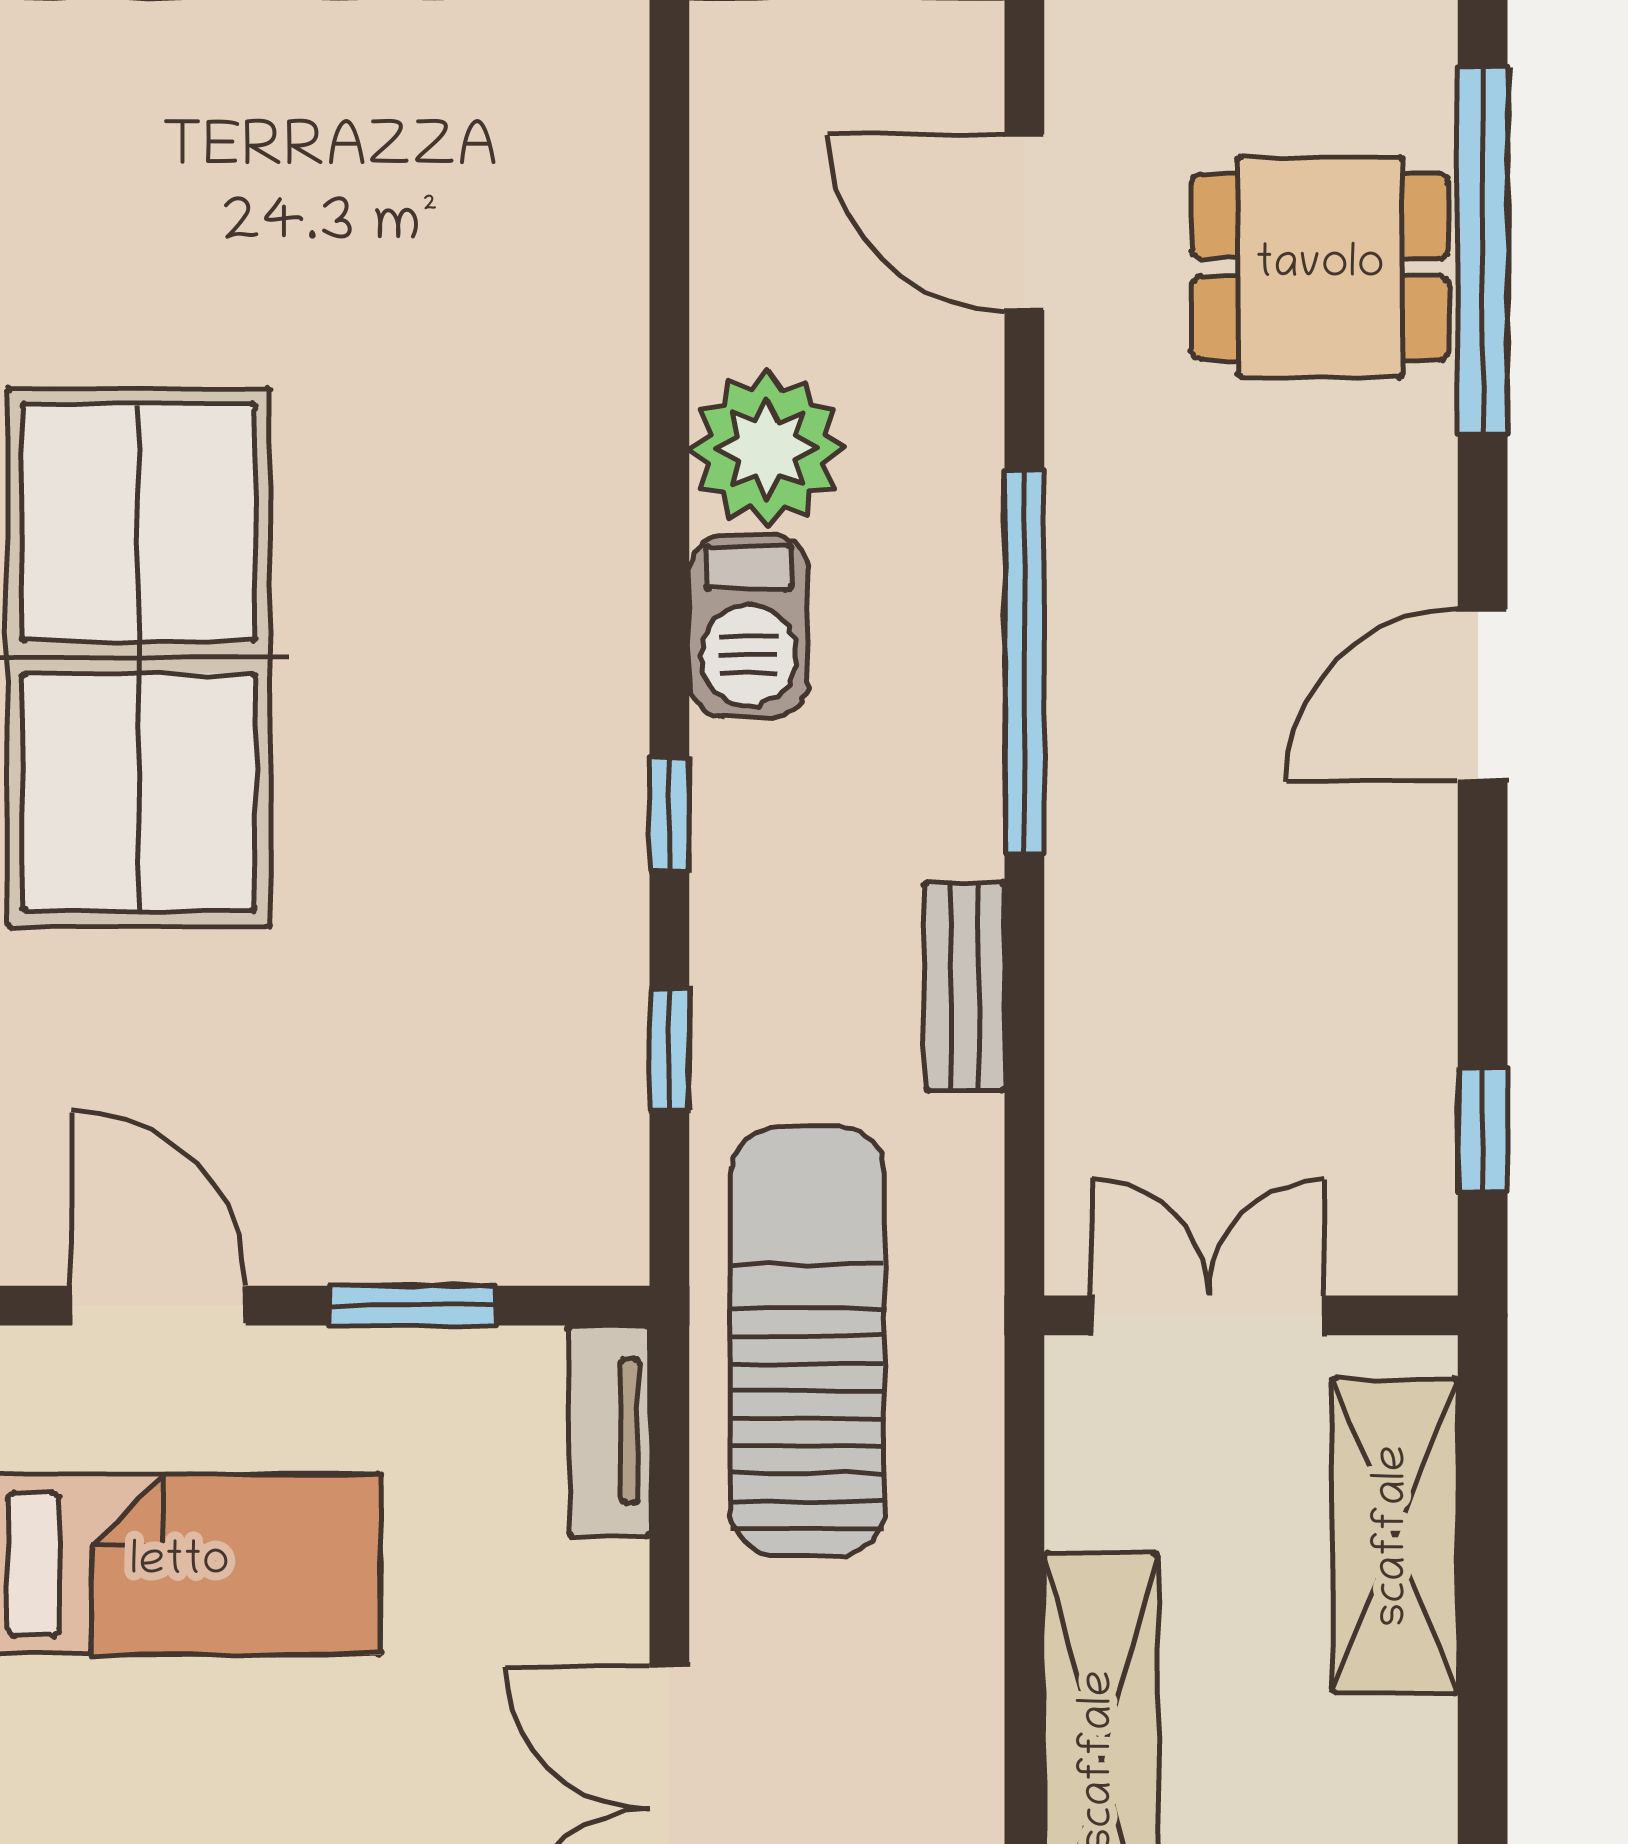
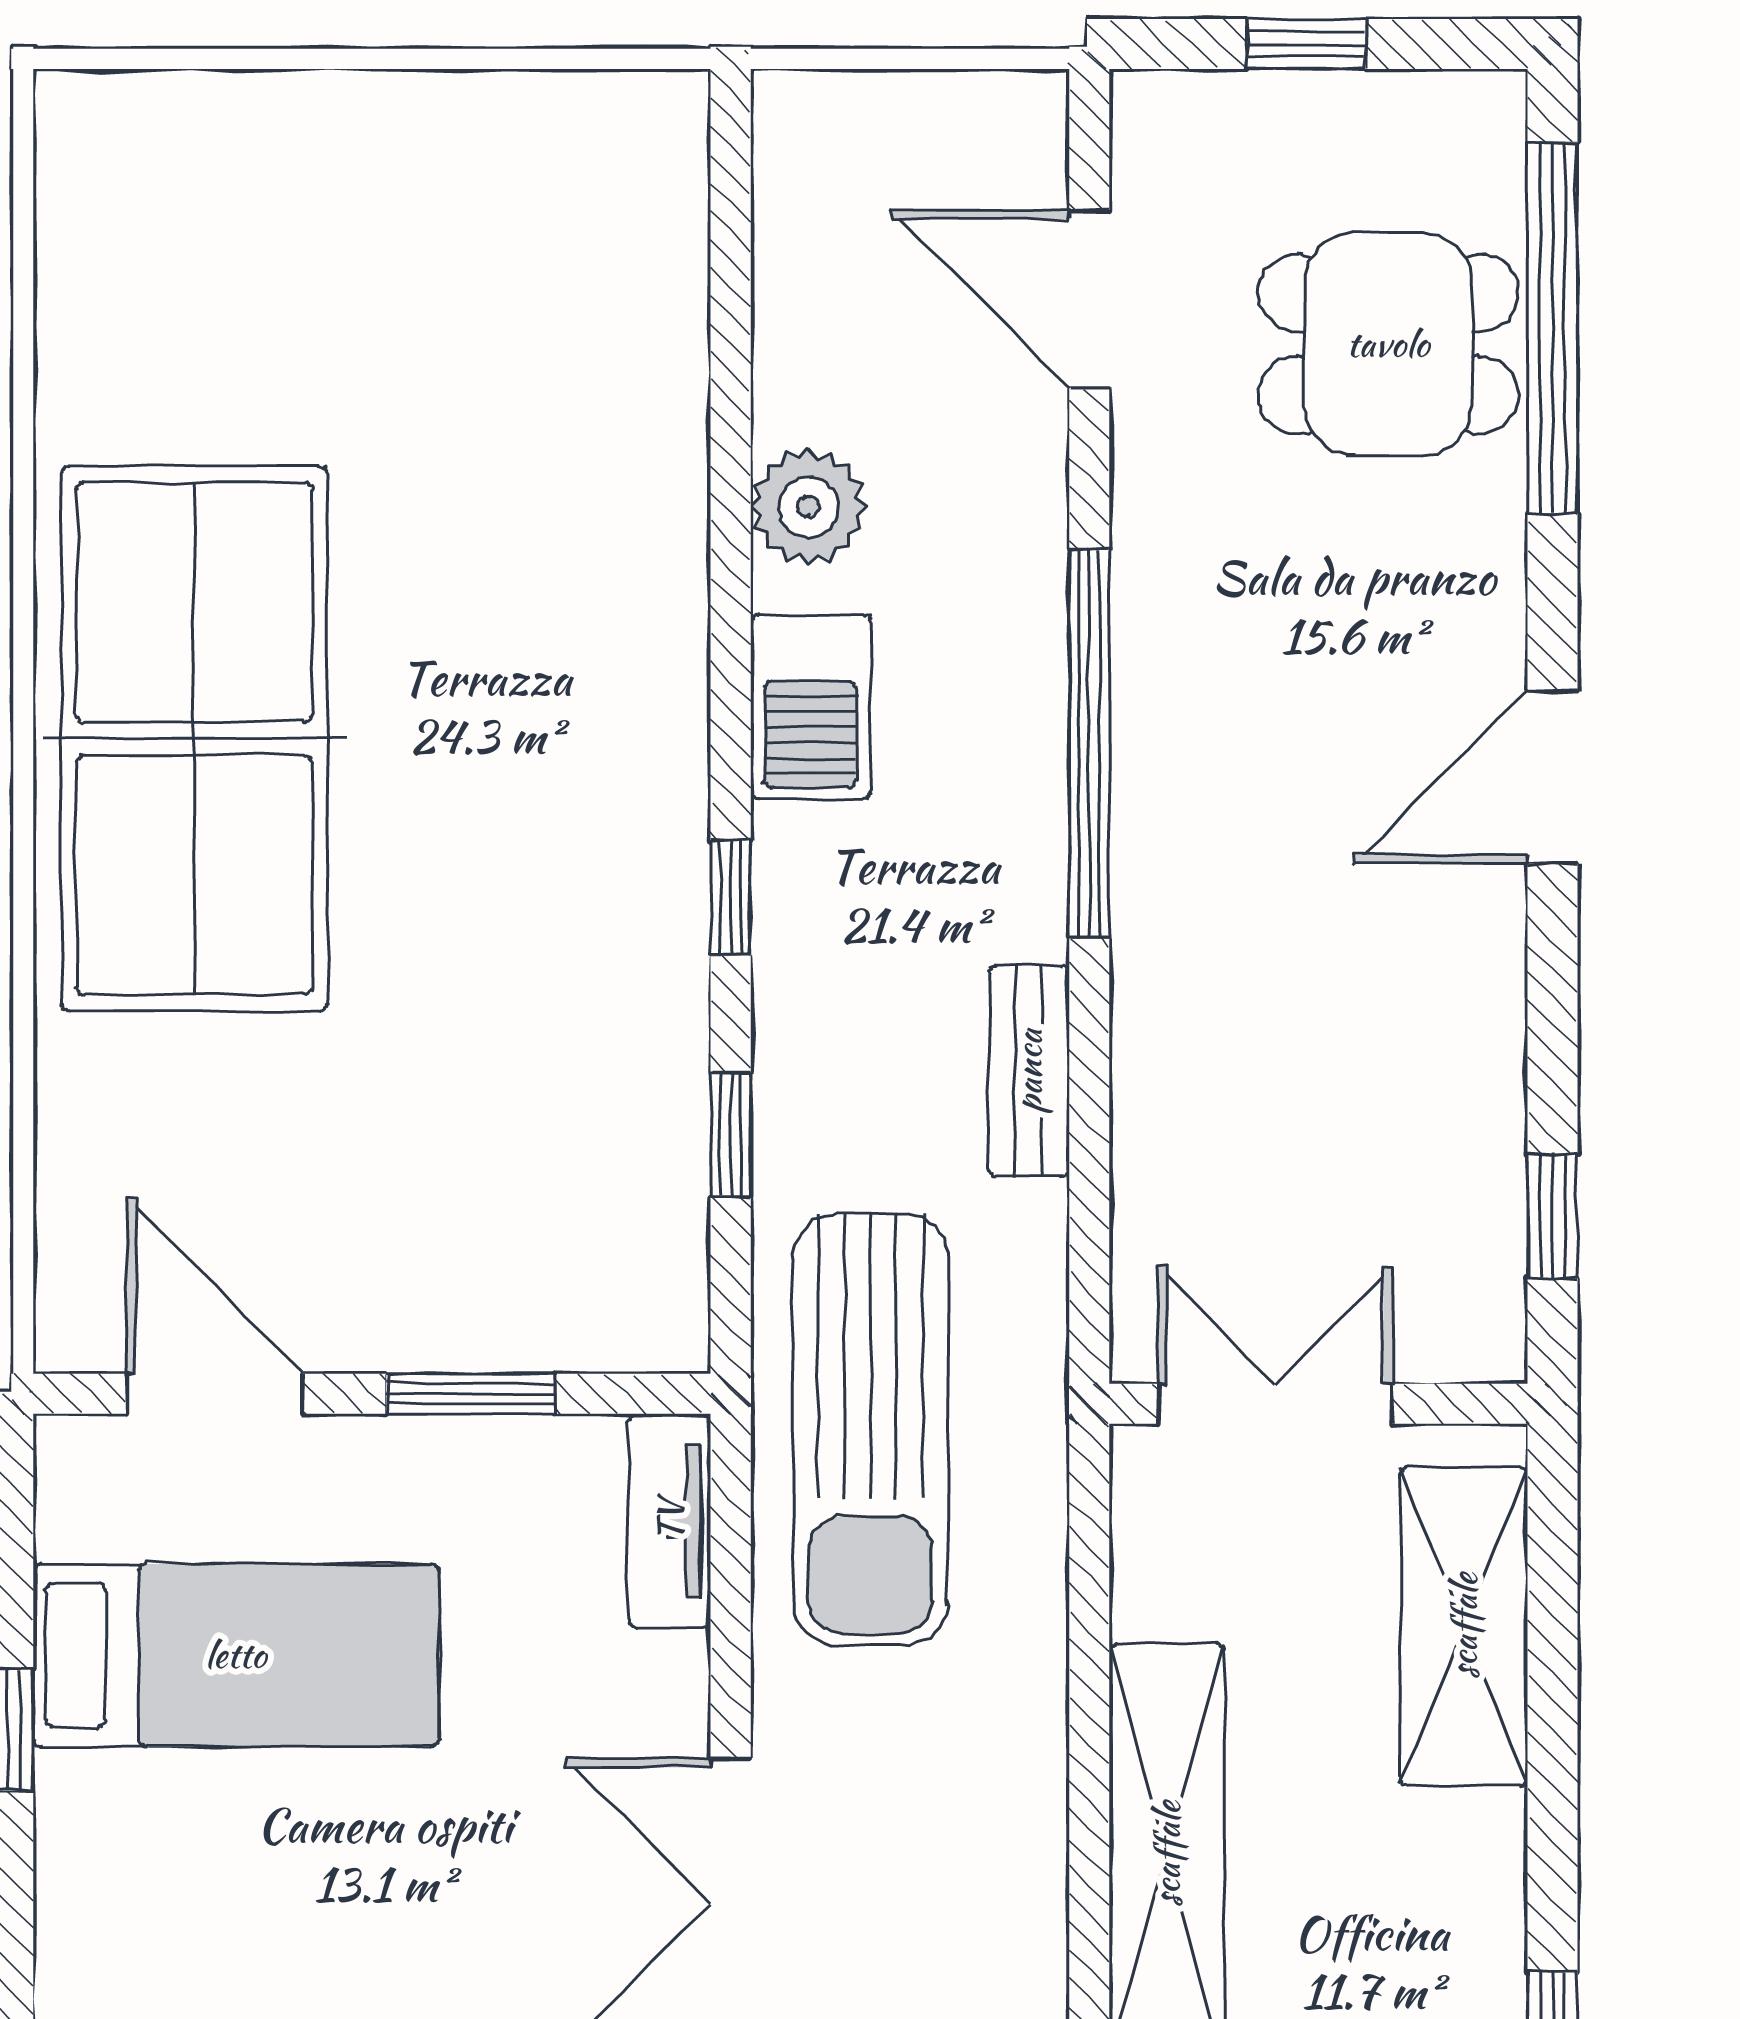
plant: (767, 449) -> (808, 507), width x0.73, depth x0.73
sun lounger: (808, 1341) -> (871, 1430), turned 180

